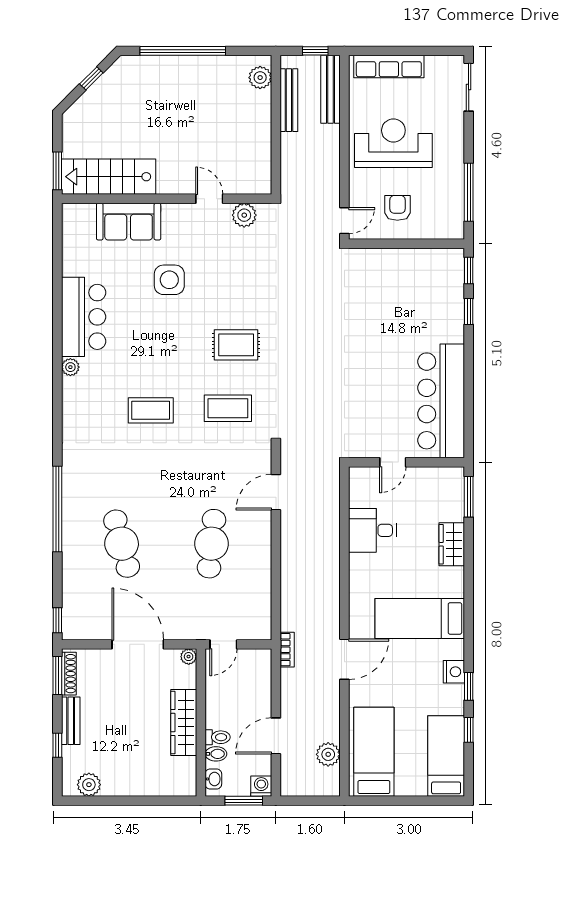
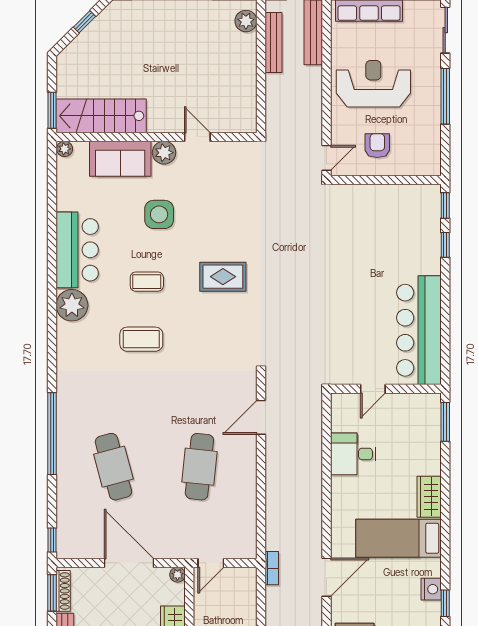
window: (469, 192) -> (445, 96), moved
plant: (70, 211) -> (65, 149), added
plant: (244, 215) -> (164, 153), moved
plant: (70, 367) -> (72, 305), width x1.87, depth x1.87
coffee table: (228, 408) -> (147, 282), moved, width x0.73, depth x0.77
wardrobe: (452, 544) -> (429, 497), moved

